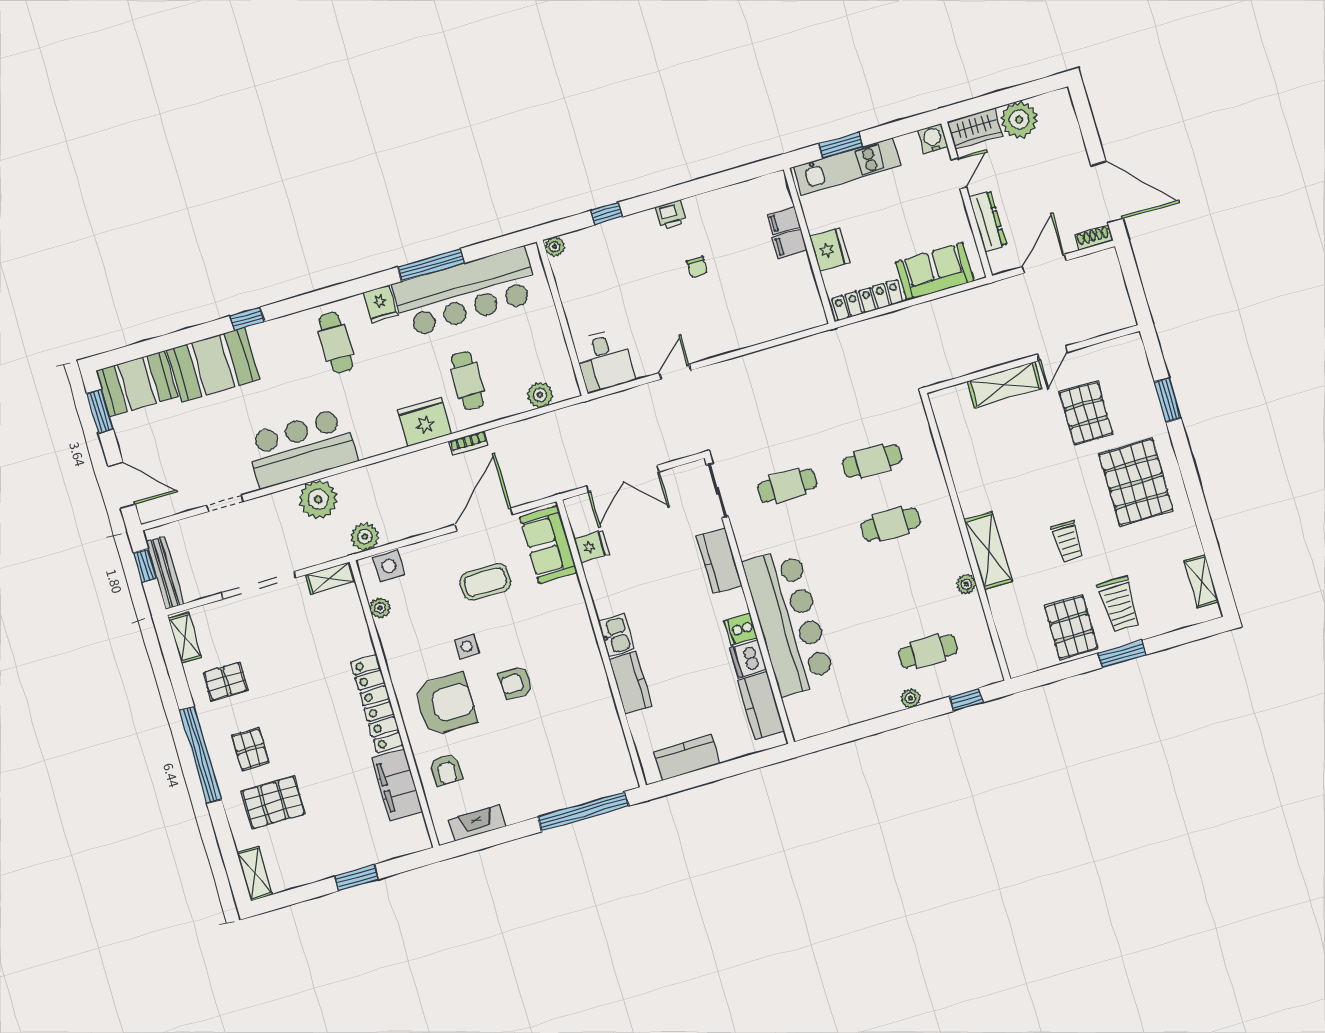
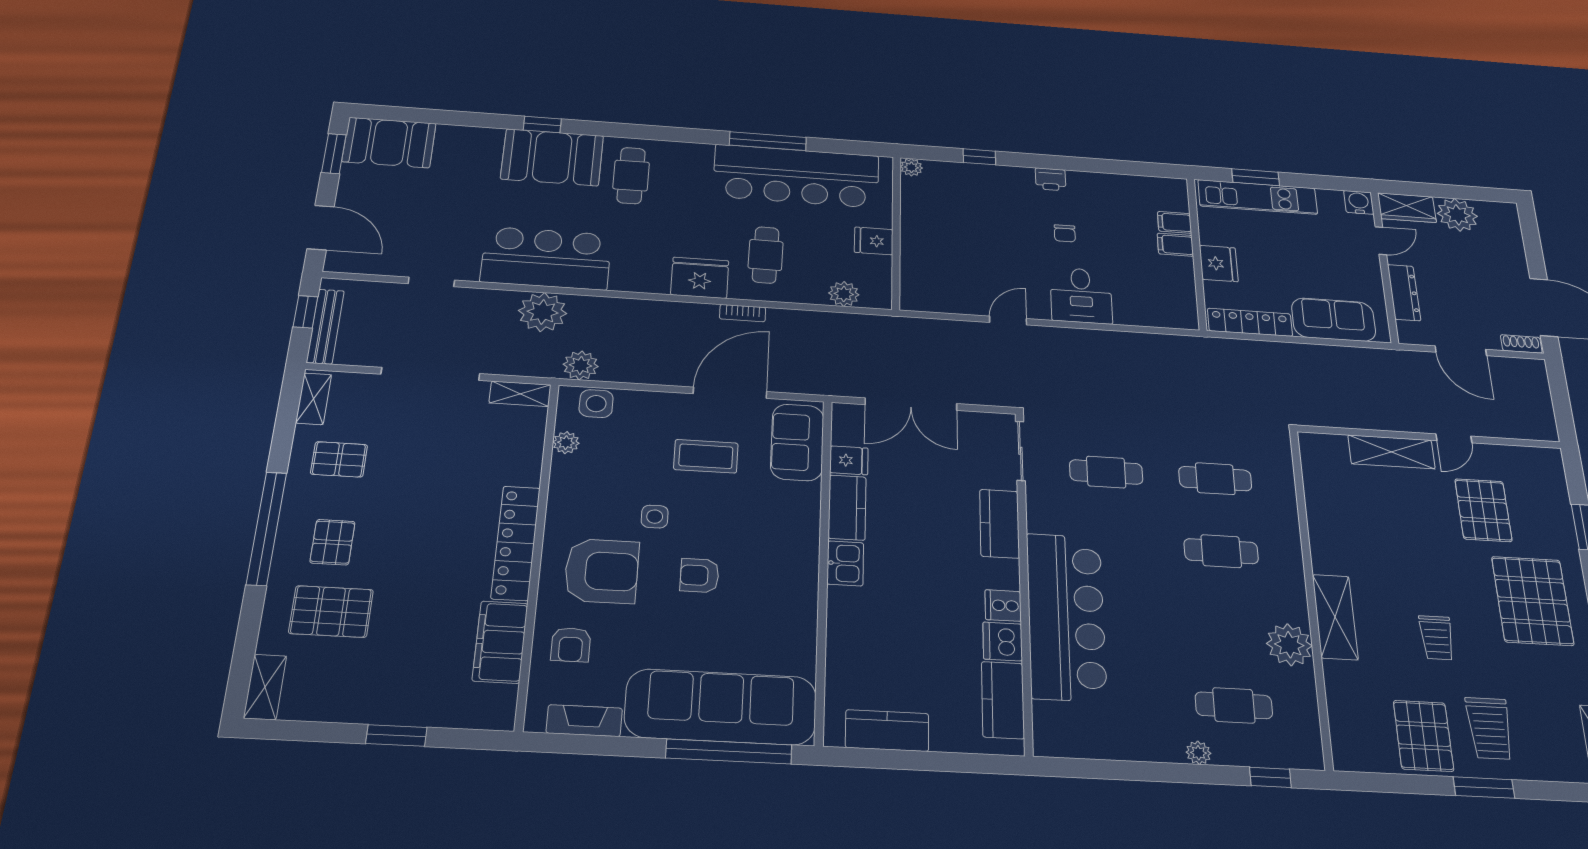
door: (1044, 264) -> (1461, 351), swing flipped
fridge: (380, 304) -> (874, 241), moved, turned 90
desk: (604, 361) -> (1081, 296), moved
booth: (213, 365) -> (552, 157), moved
plant: (966, 584) -> (1289, 645), width x1.87, depth x1.87
kitchen counter: (631, 683) -> (847, 508), moved
sofa: (566, 780) -> (721, 707), added

